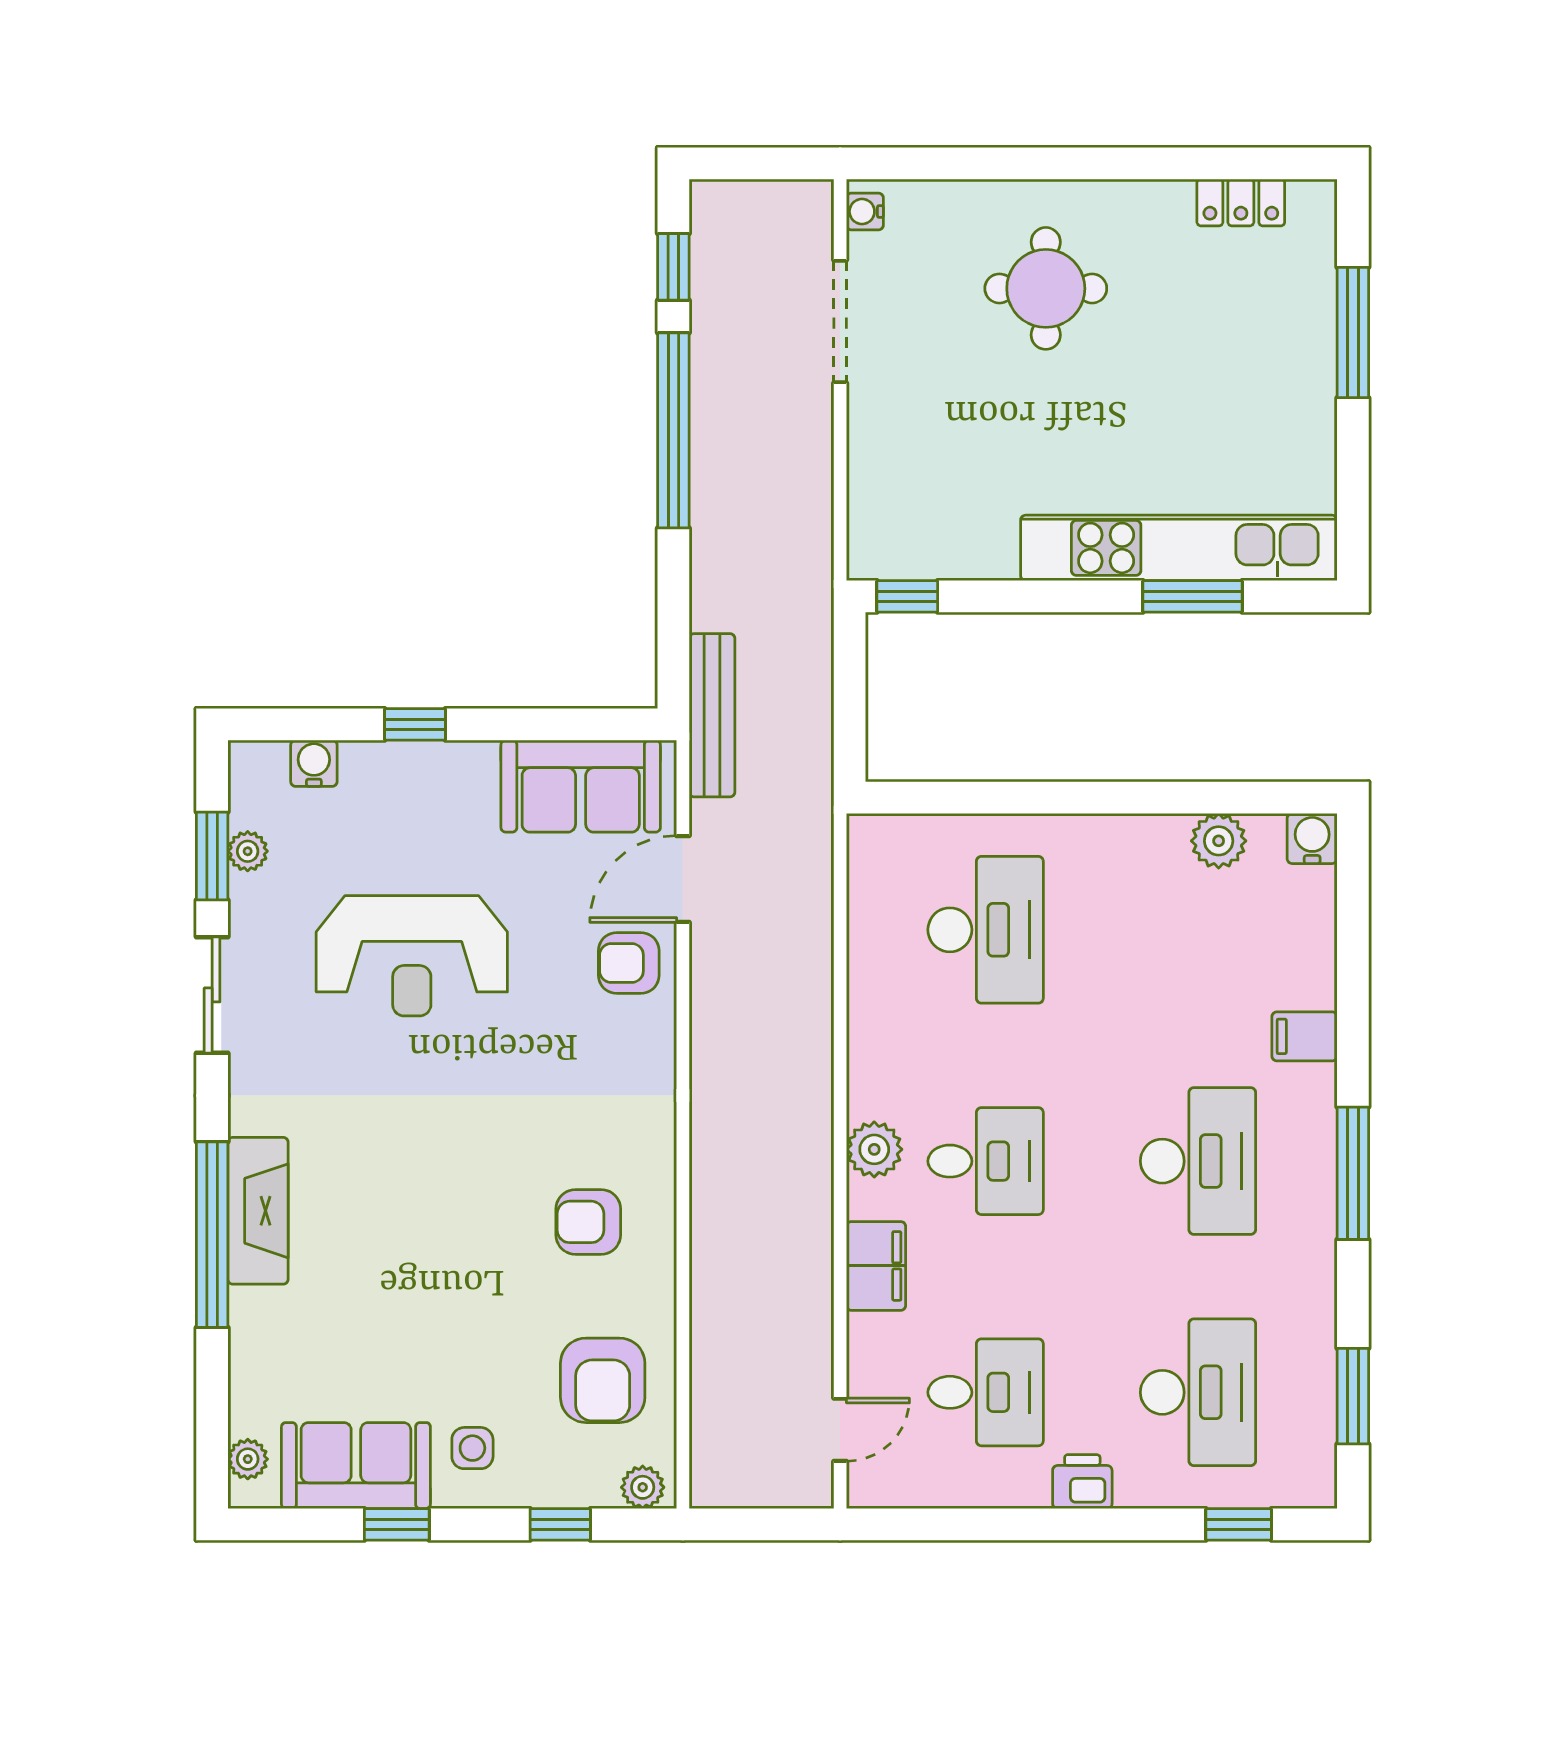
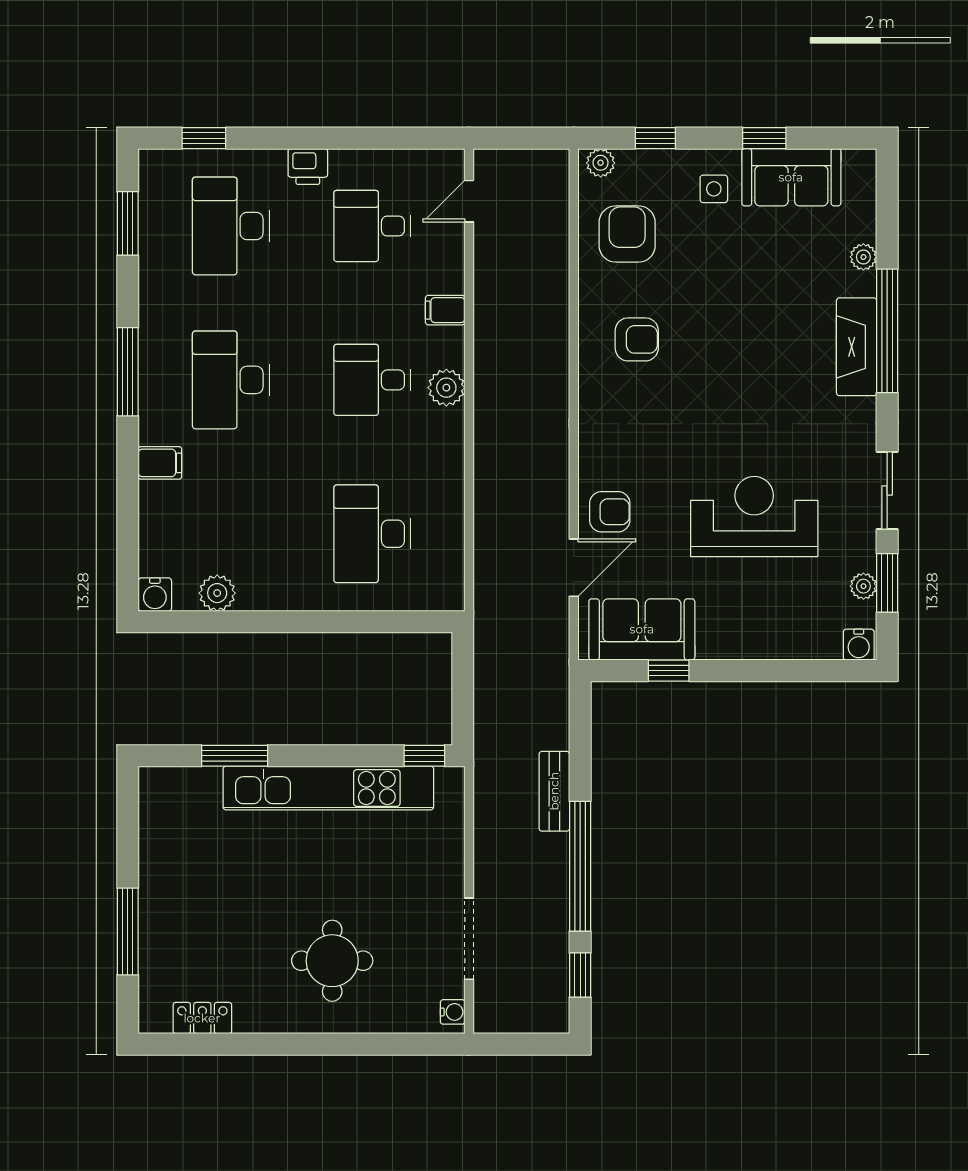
kitchen unit: (1179, 548) -> (328, 788), moved
bench: (712, 715) -> (554, 791), moved, width x0.73
window: (415, 724) -> (669, 671), moved
water cooler: (314, 763) -> (859, 645), moved
filing cabinet: (876, 1266) -> (445, 310), width x0.50
plant: (248, 1459) -> (863, 257), moved

